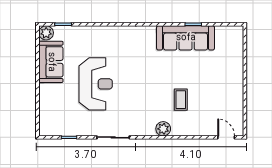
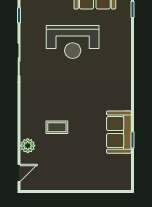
sofa: (186, 38) -> (119, 132), width x0.73
plant: (163, 129) -> (28, 146), moved

